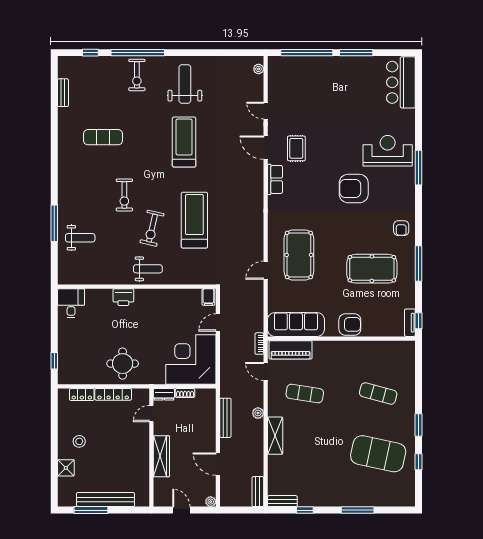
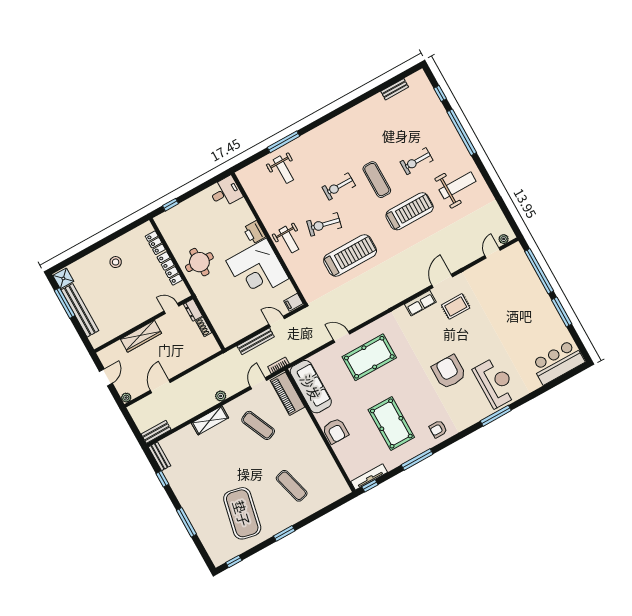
exercise bike: (137, 75) -> (417, 161), moved
door: (266, 111) -> (493, 253), moved
exercise mat: (103, 137) -> (377, 180), moved
tv unit: (410, 323) -> (369, 477), width x1.41
corner desk: (191, 360) -> (257, 270), moved, turned 180
exercise mat: (305, 394) -> (258, 425), turned -33
exercise mat: (378, 394) -> (292, 486), turned -30
bench: (225, 418) -> (256, 341), moved
window: (419, 462) -> (234, 561), moved
shower: (66, 468) -> (63, 278), moved

